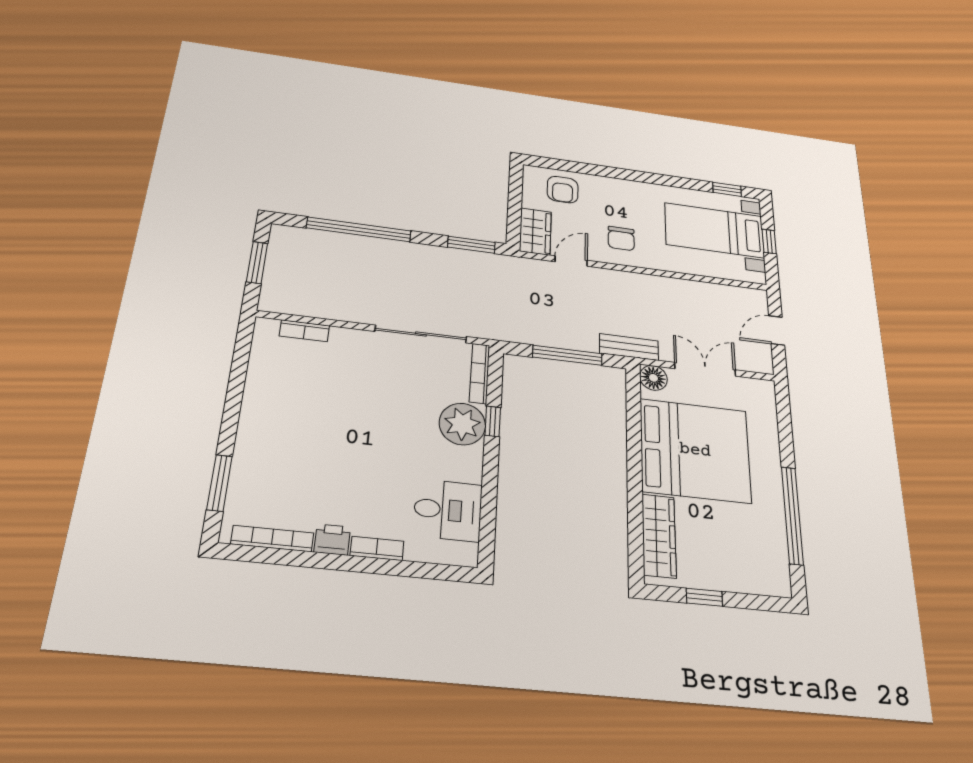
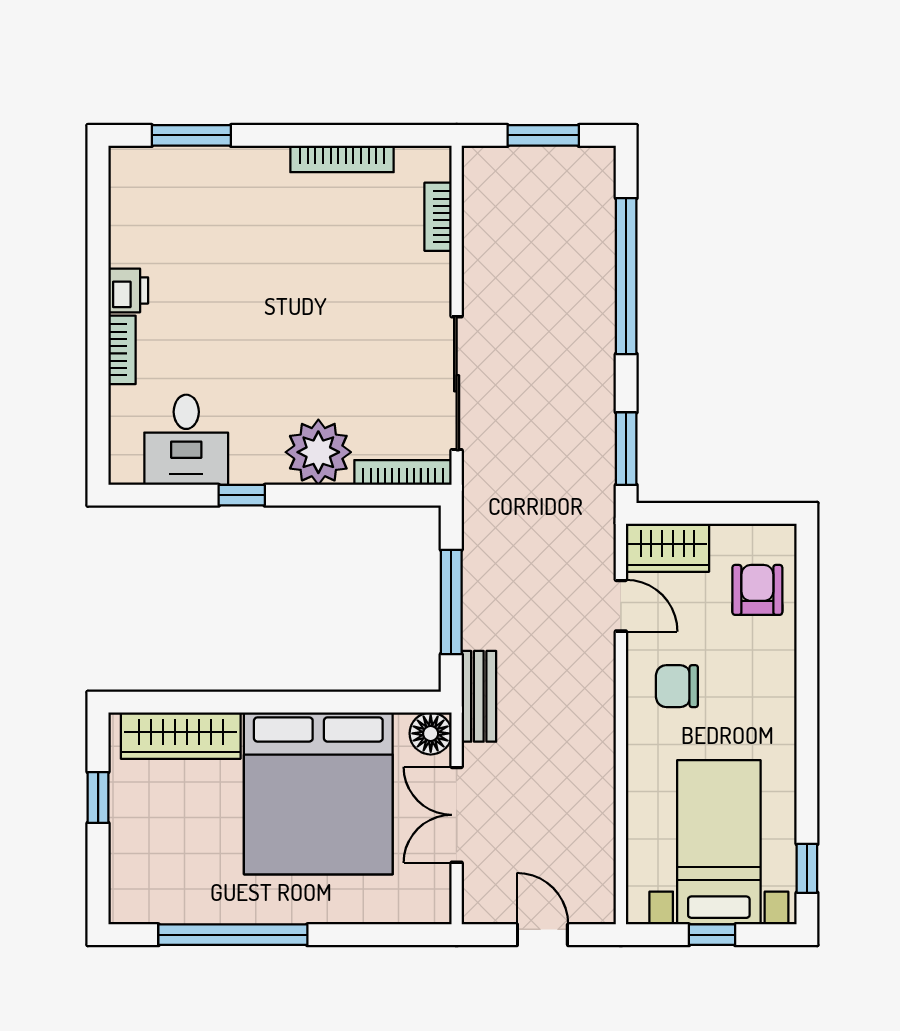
armchair: (563, 190) -> (757, 590), turned 90
double door: (705, 369) -> (457, 815), swing flipped
window: (493, 421) -> (242, 495), moved
bookcase: (272, 539) -> (342, 159), moved, turned 90

